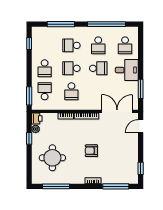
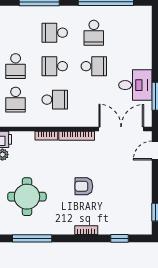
school desk: (125, 45) -> (133, 33), removed
desk: (127, 70) -> (135, 85), moved
school desk: (45, 91) -> (16, 100), turned 180
school desk: (71, 91) -> (55, 100), turned -90
window: (116, 186) -> (119, 238), width x0.46

